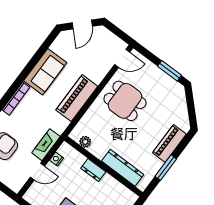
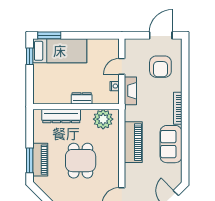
dining table: (125, 101) -> (81, 161), moved, turned 90
plant: (85, 142) -> (103, 119), width x1.87, depth x1.87
window: (166, 168) -> (30, 160), moved

